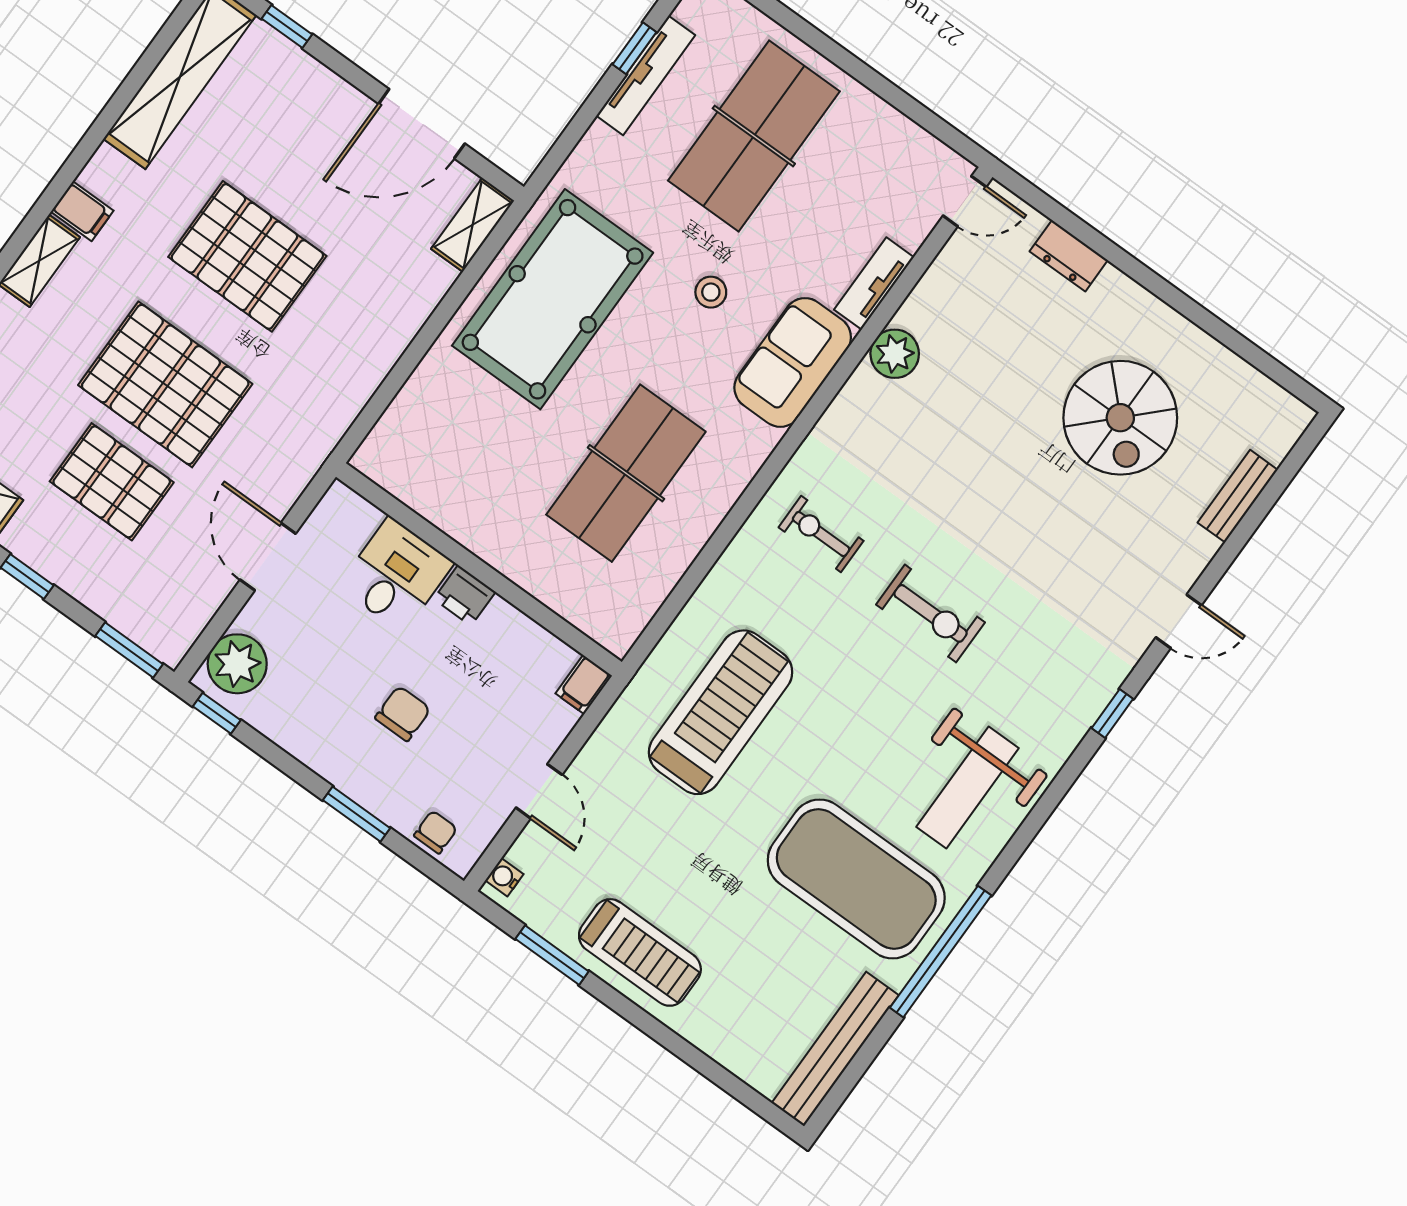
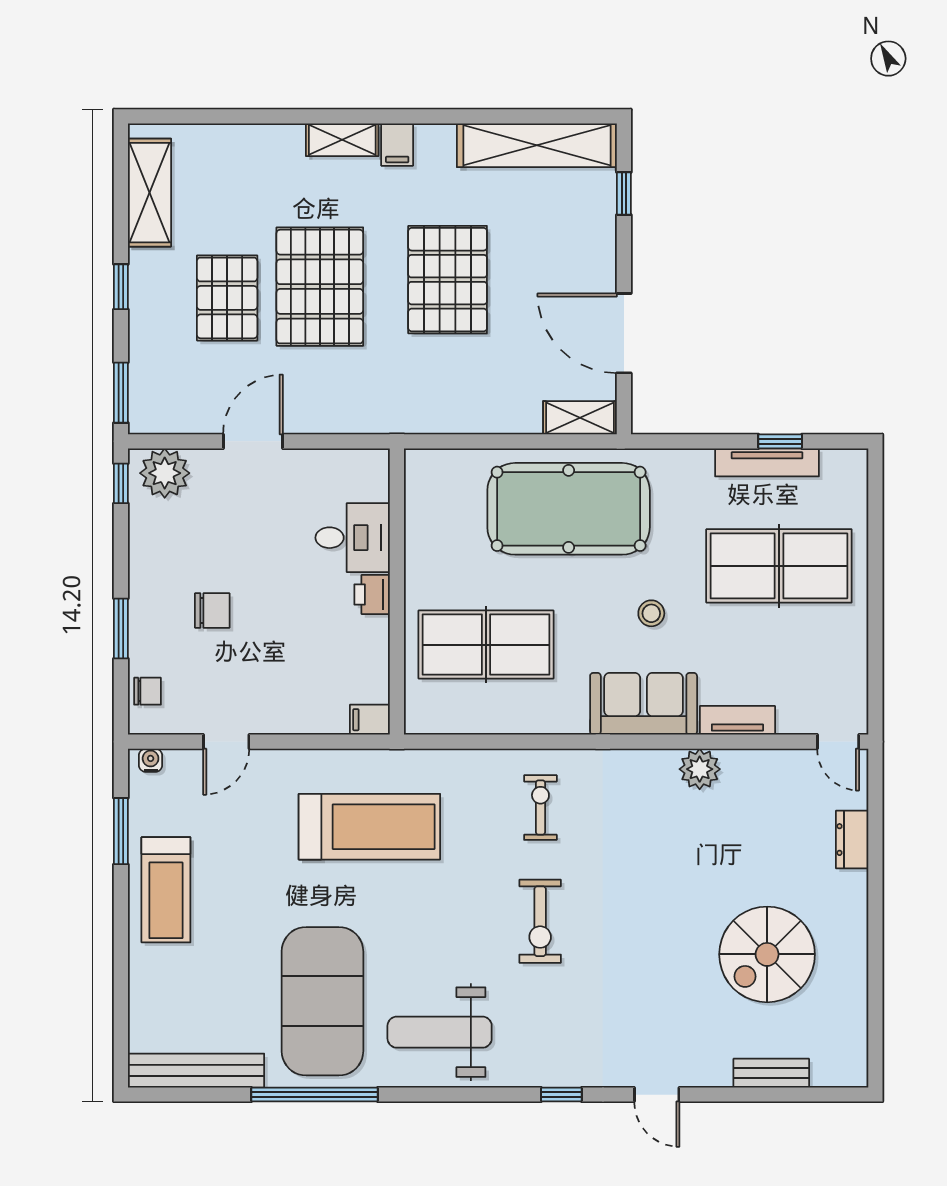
wall: (479, 569) -> (397, 591), moved
desk: (396, 575) -> (353, 538), moved
printer: (465, 595) -> (372, 595), moved
filing cabinet: (584, 685) -> (370, 720), moved

